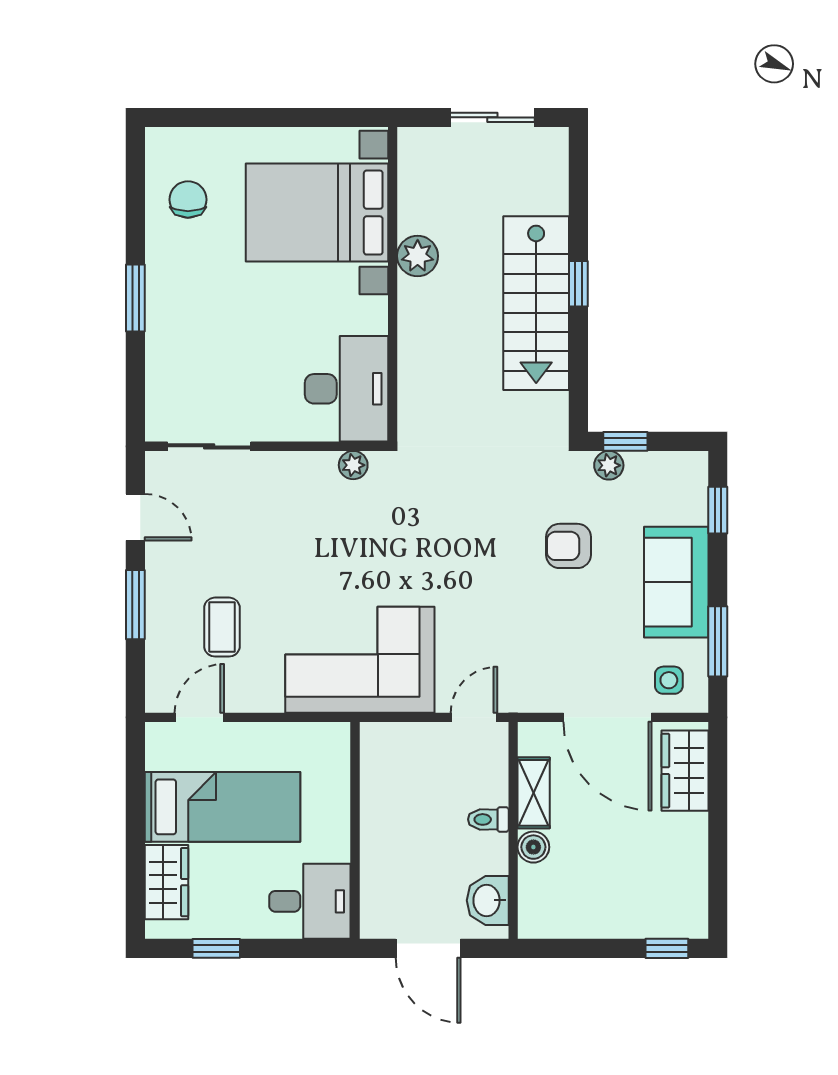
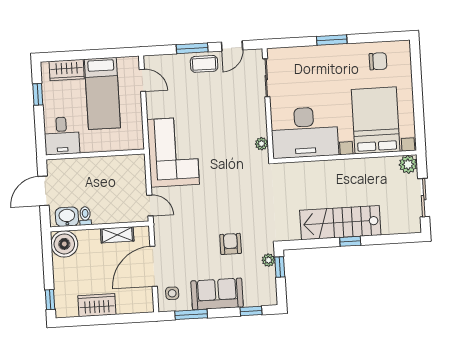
plant: (418, 256) -> (408, 164), moved
desk: (347, 389) -> (305, 132), width x1.36, depth x1.30
coffee table: (222, 627) -> (204, 64), moved
wardrobe: (685, 771) -> (97, 305), moved
toilet: (488, 819) -> (85, 216), moved
boiler: (533, 847) -> (64, 244), moved, width x1.86, depth x1.86

